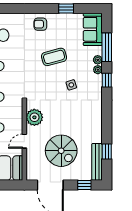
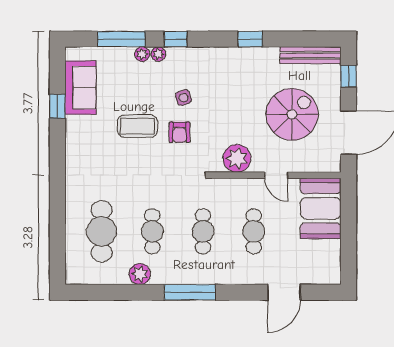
armchair: (40, 24) -> (179, 132), moved
sofa: (93, 29) -> (81, 88), moved, turned -90
coffee table: (54, 57) -> (137, 126), turned -75
window: (107, 151) -> (250, 39), moved

